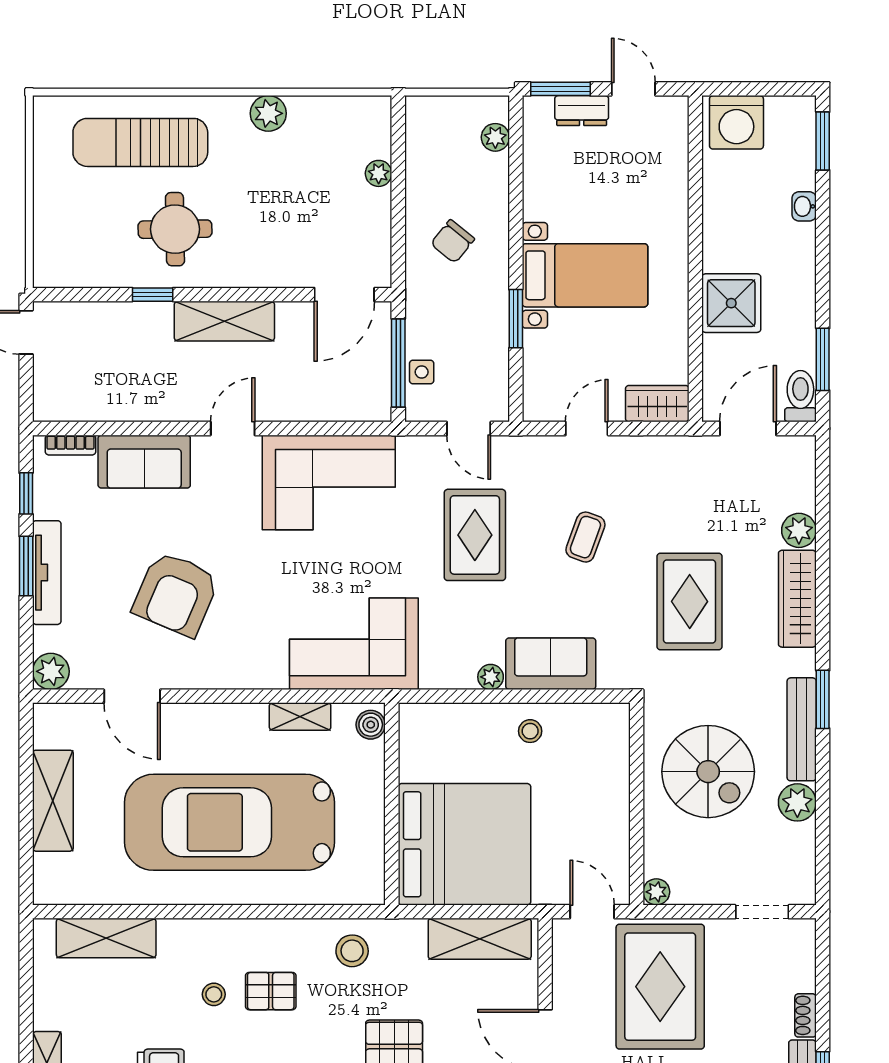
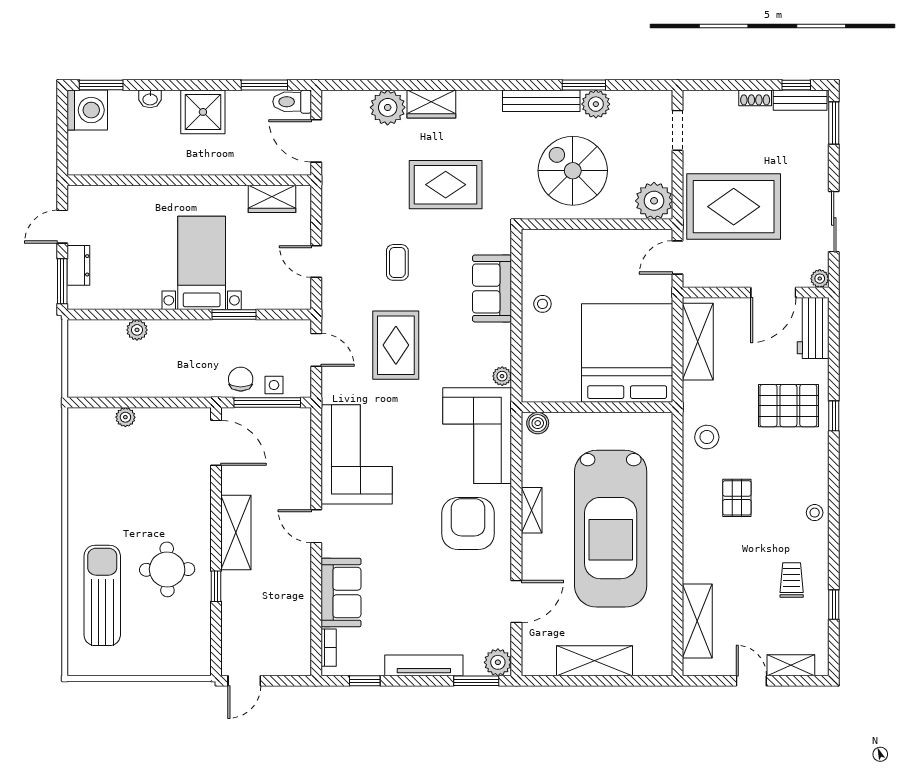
plant: (268, 113) -> (81, 500), removed
washing machine: (736, 122) -> (87, 110), moved
plant: (495, 137) -> (137, 330), moved
sun lounger: (140, 142) -> (102, 595), turned 180
chair: (453, 241) -> (241, 379), moved, turned -129
shower: (731, 303) -> (203, 112), moved
wardrobe: (657, 404) -> (272, 199), moved, turned -90
door: (469, 428) -> (316, 350), hinge flipped
plant: (799, 530) -> (388, 107), width x1.36, depth x1.36
rug: (475, 535) -> (396, 345), turned 90
coffee table: (585, 537) -> (397, 262), turned 70
window: (26, 566) -> (476, 681), moved
armchair: (176, 594) -> (468, 524), moved, turned -113
wardrobe: (797, 599) -> (431, 104), width x0.67
plant: (491, 677) -> (502, 376), moved
window: (823, 699) -> (584, 85), moved
shelving: (300, 716) -> (532, 510), moved
spiral stairs: (708, 772) -> (573, 171), turned -90
plant: (656, 892) -> (654, 201), width x1.87, depth x1.87
stool: (214, 994) -> (739, 540), removed
door: (26, 1011) -> (751, 681), added

